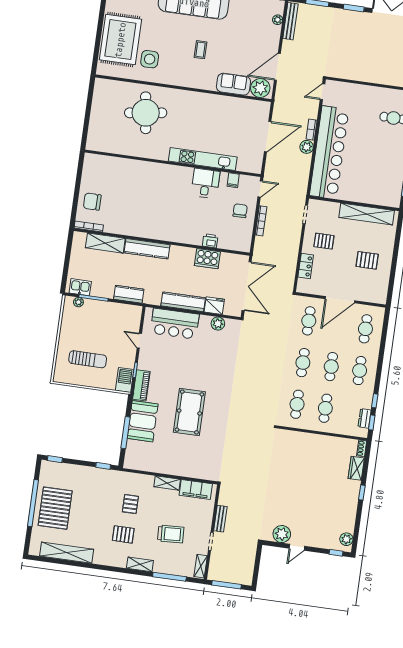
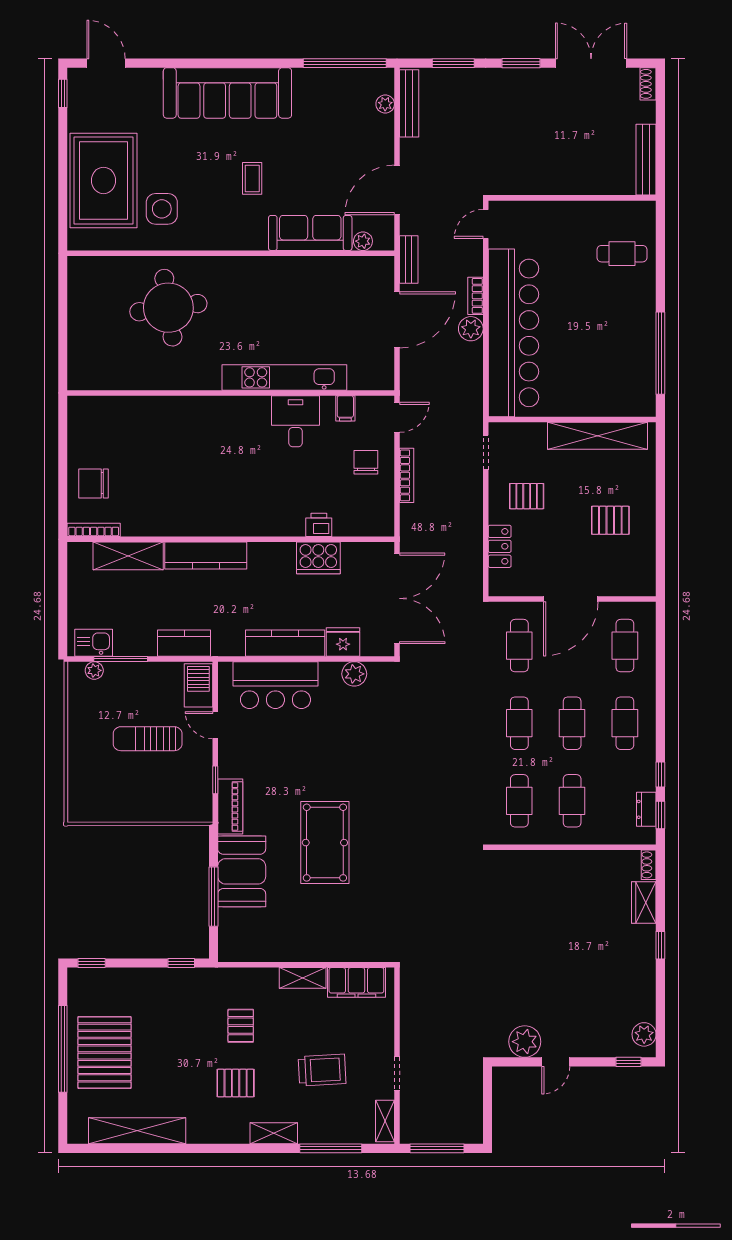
sofa: (233, 84) -> (310, 233), width x1.36
plant: (260, 88) -> (363, 241), width x0.53, depth x0.53
sun lounger: (88, 359) -> (148, 739), moved, turned 180
barbecue: (125, 380) -> (198, 685), moved
bench: (220, 519) -> (409, 260), moved

